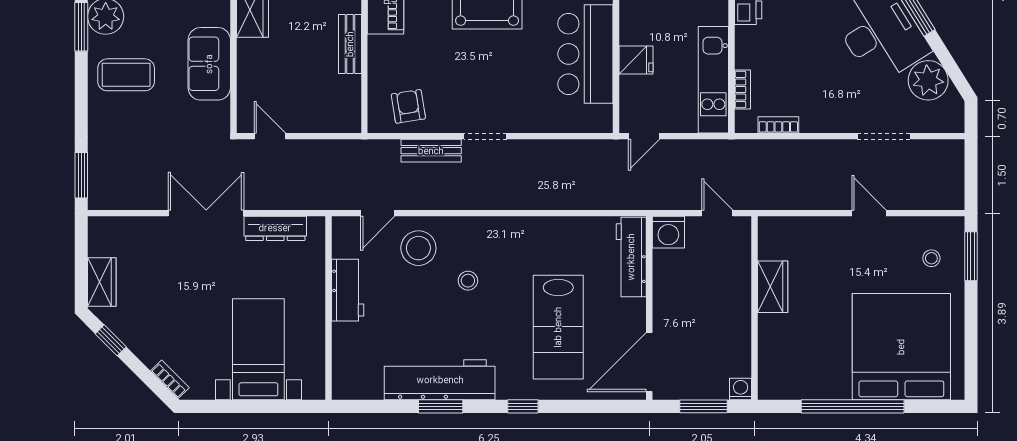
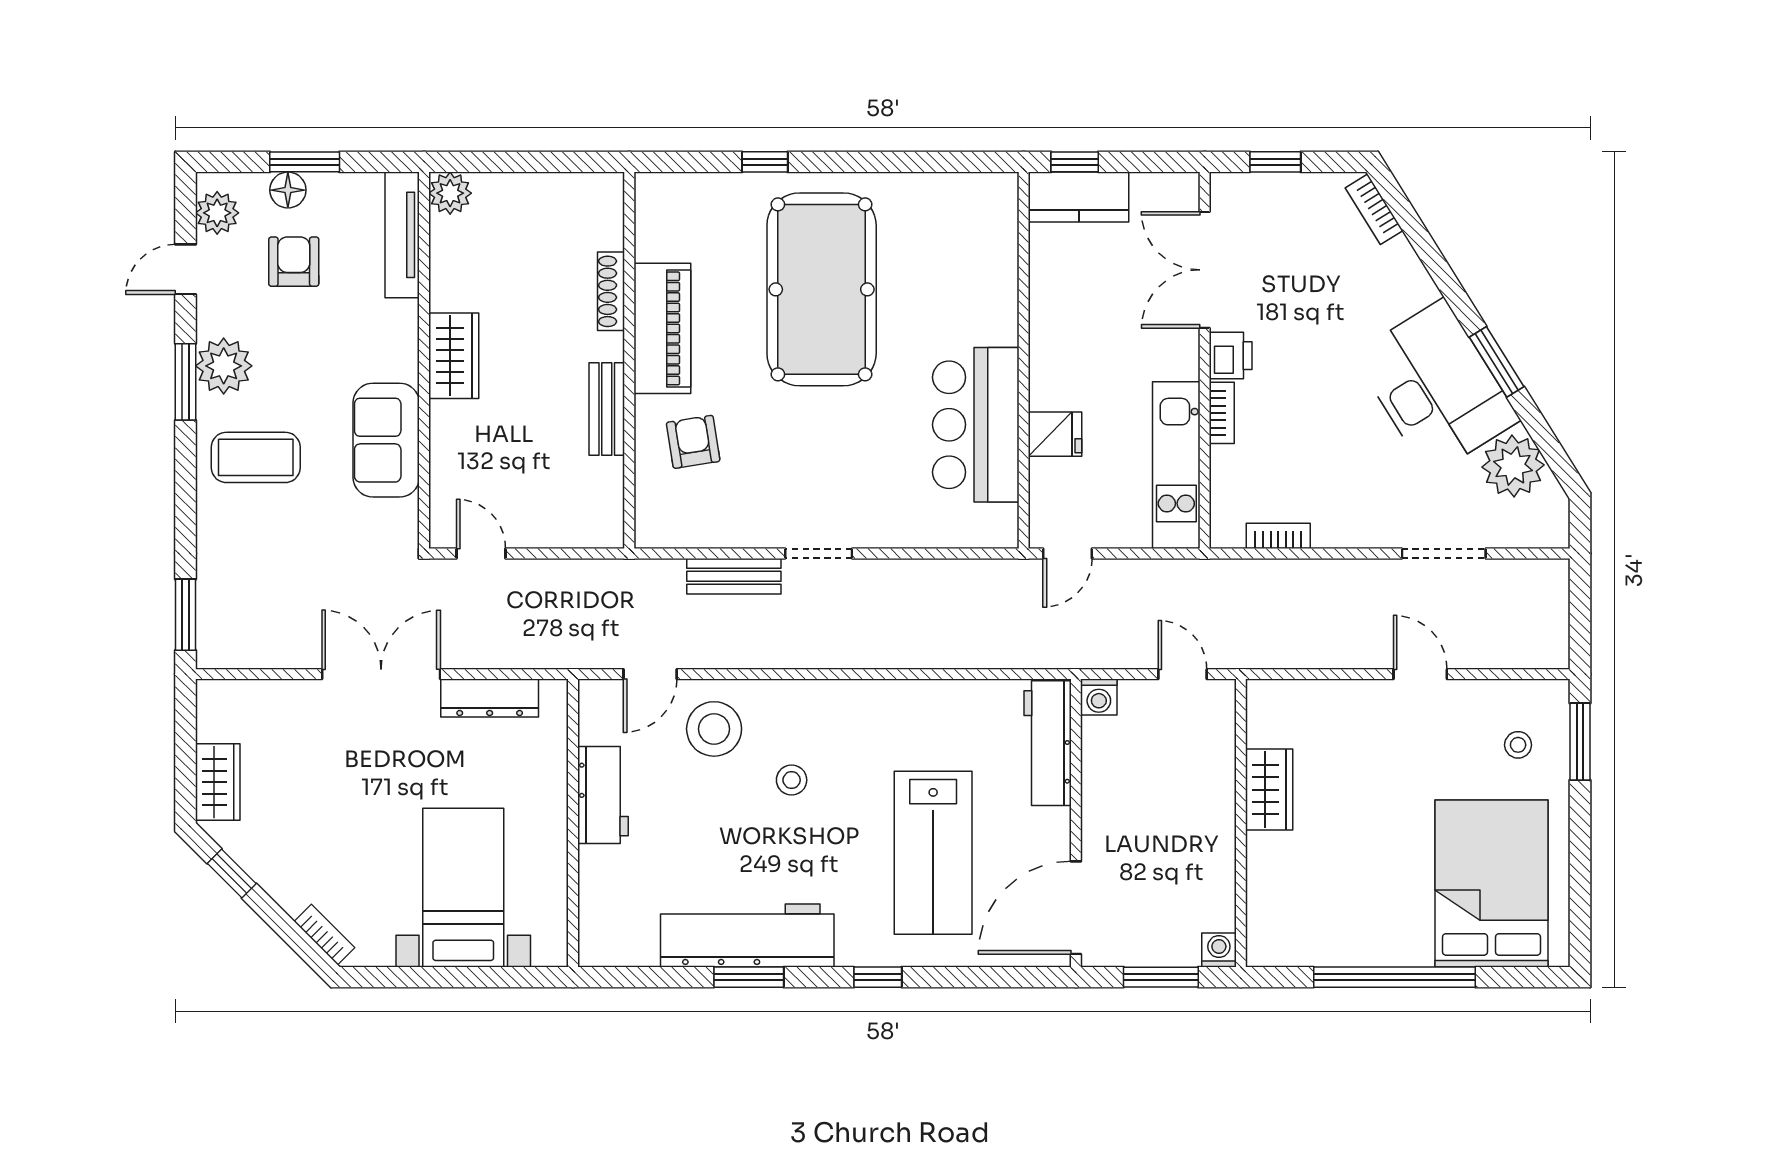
bookcase: (742, 89) -> (1222, 413), moved
armchair: (408, 106) -> (693, 442), moved
washing machine: (668, 232) -> (1099, 697), width x0.73, depth x0.73
bed: (901, 347) -> (1492, 883), width x0.73

